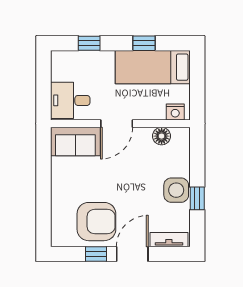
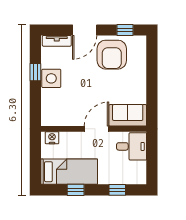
floor lamp: (162, 136) -> (62, 119), removed
armchair: (96, 222) -> (112, 55), turned -90
window: (96, 254) -> (125, 30), moved

